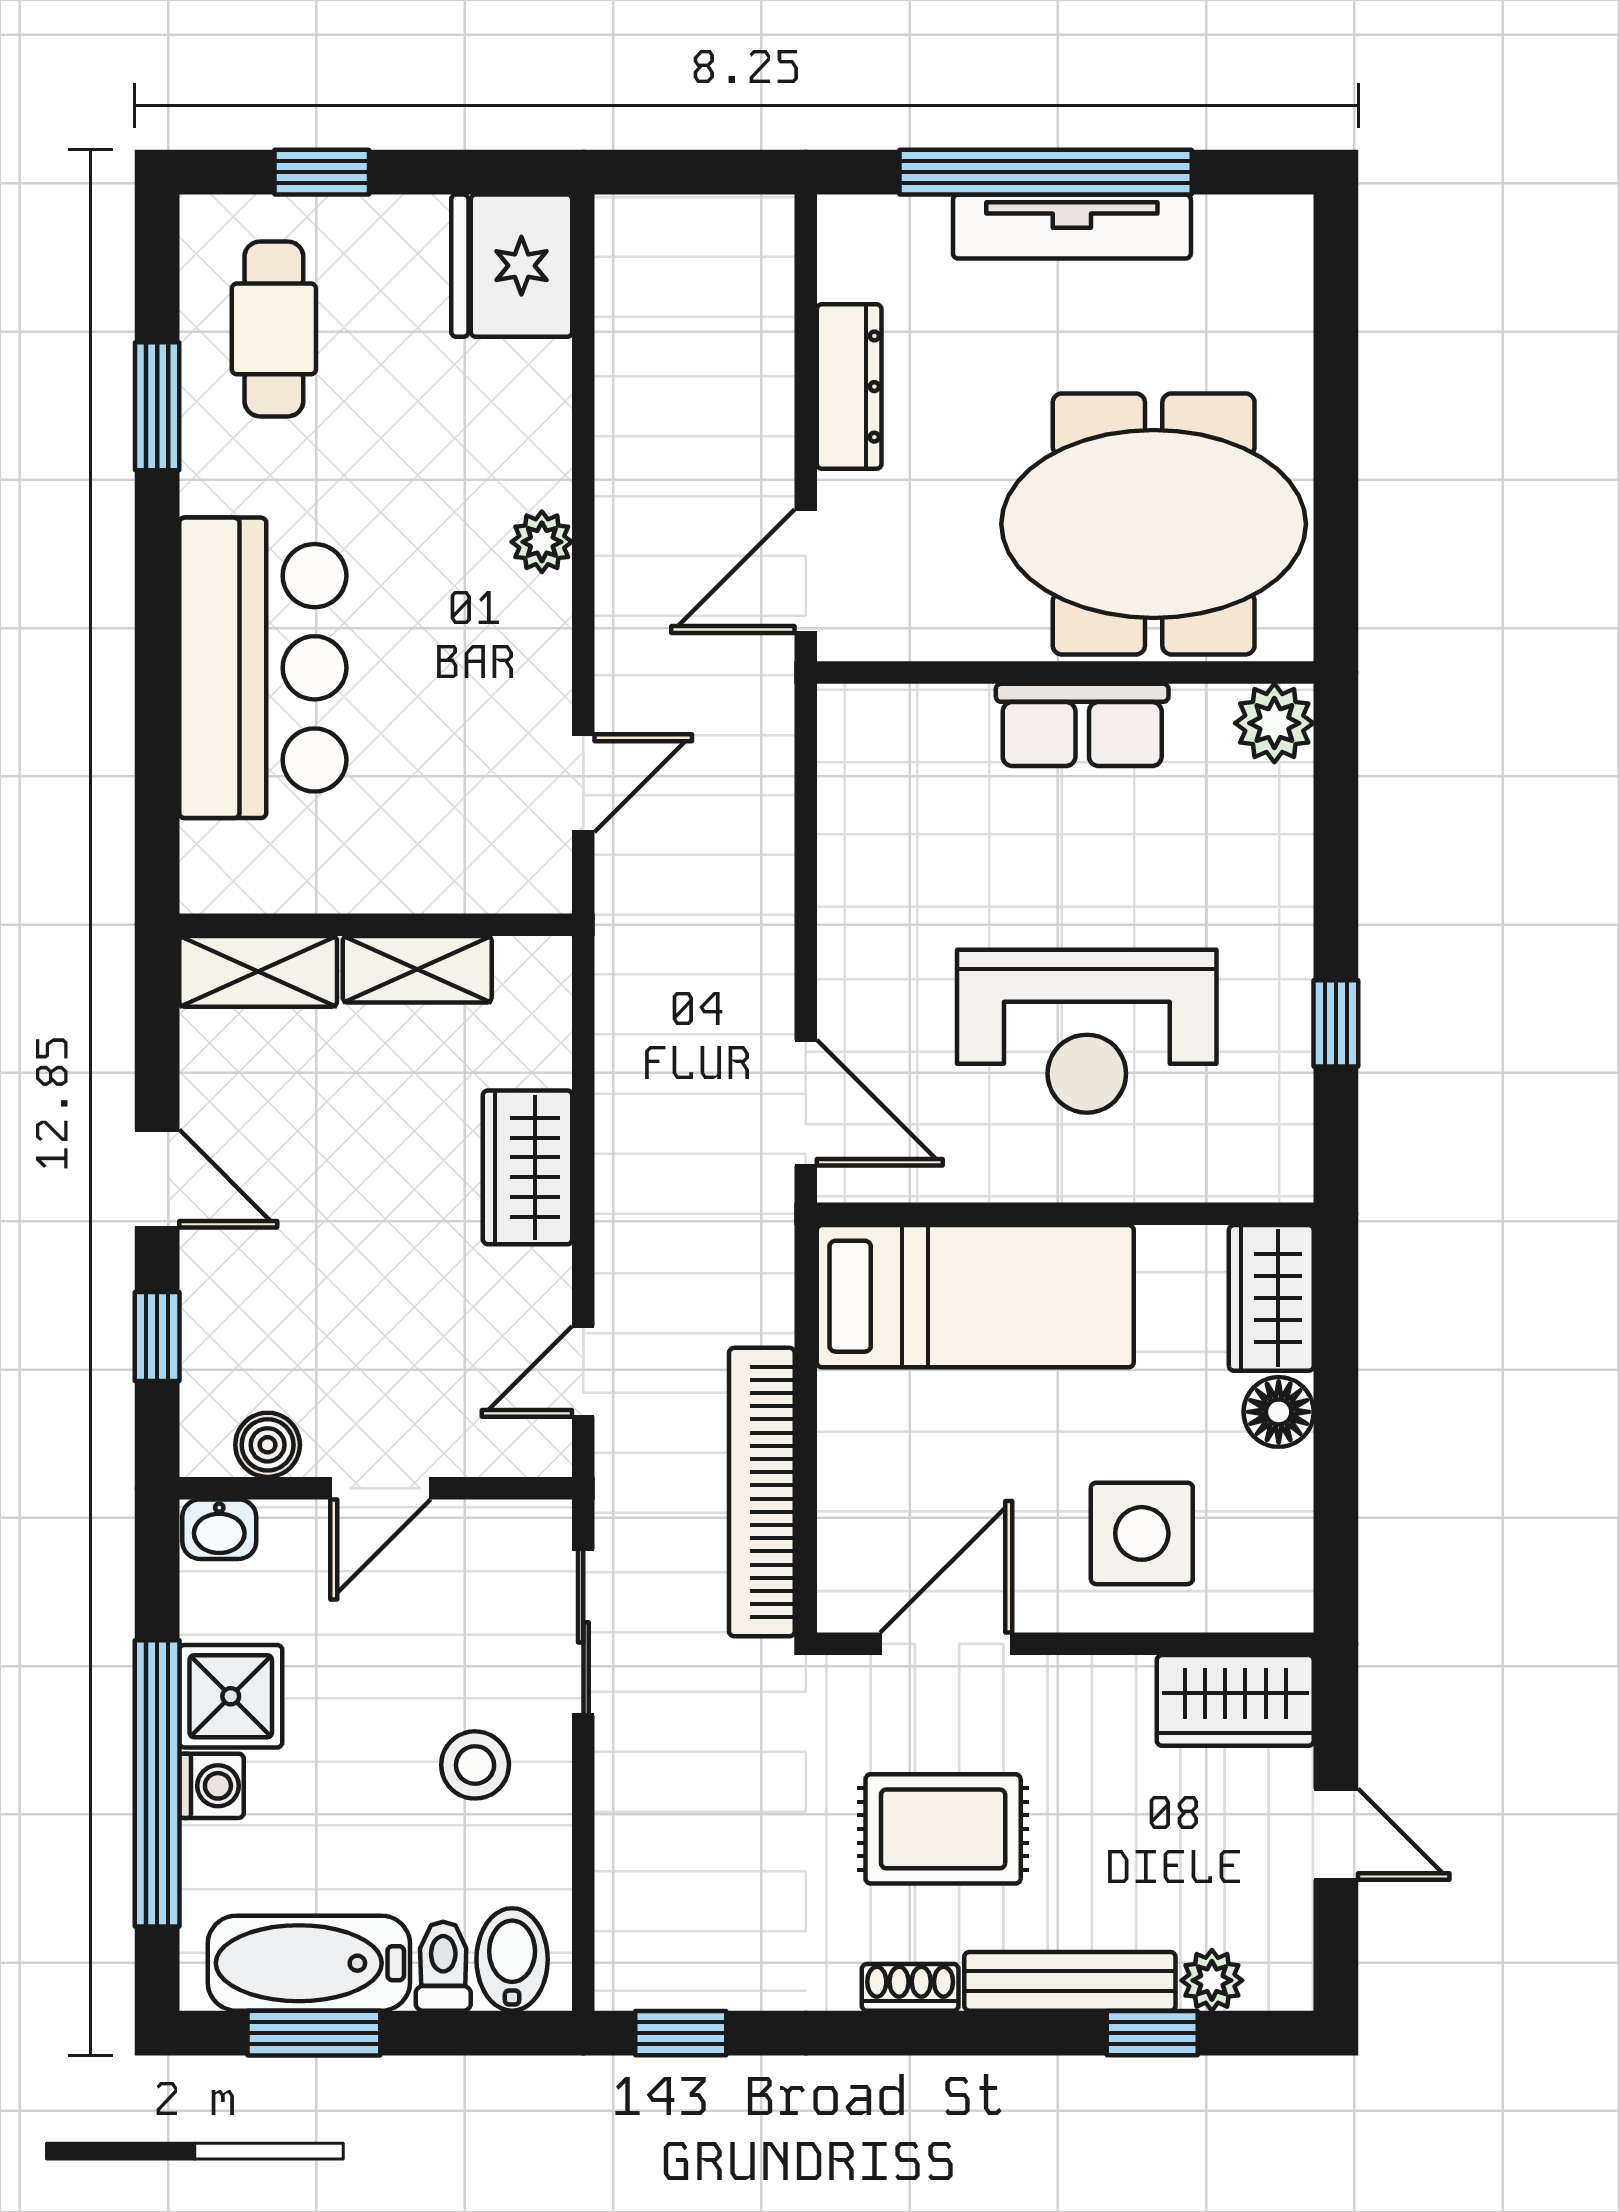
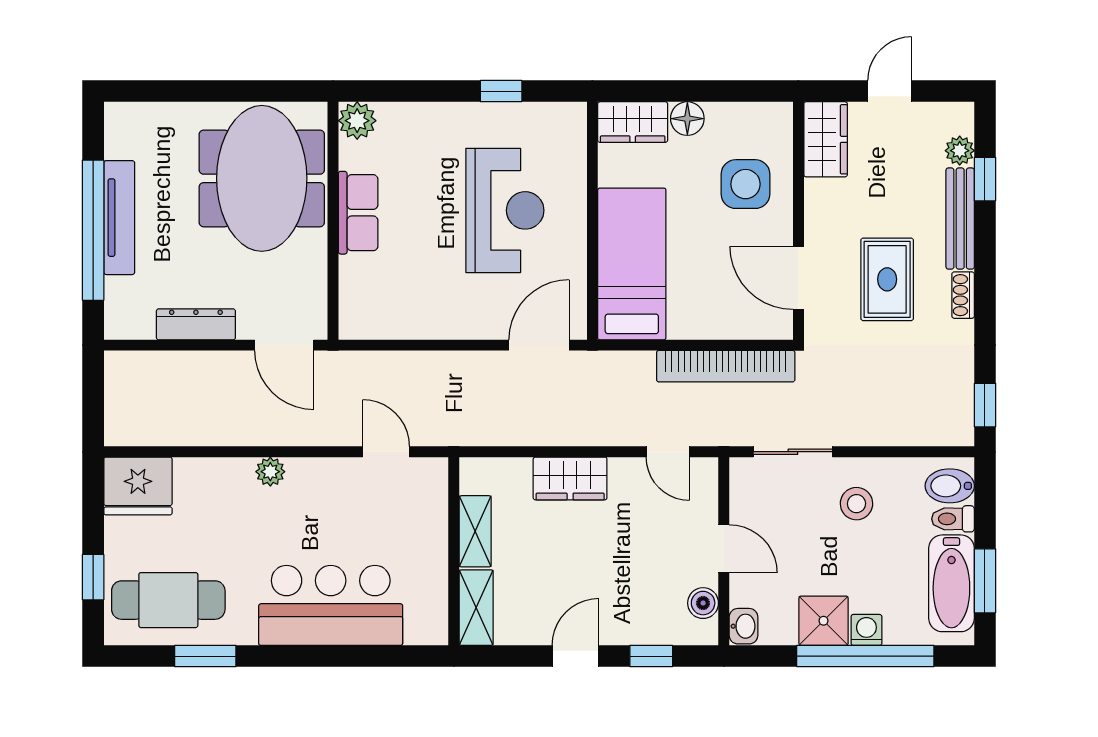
cafe table: (274, 329) -> (168, 600), width x1.37, depth x1.35

